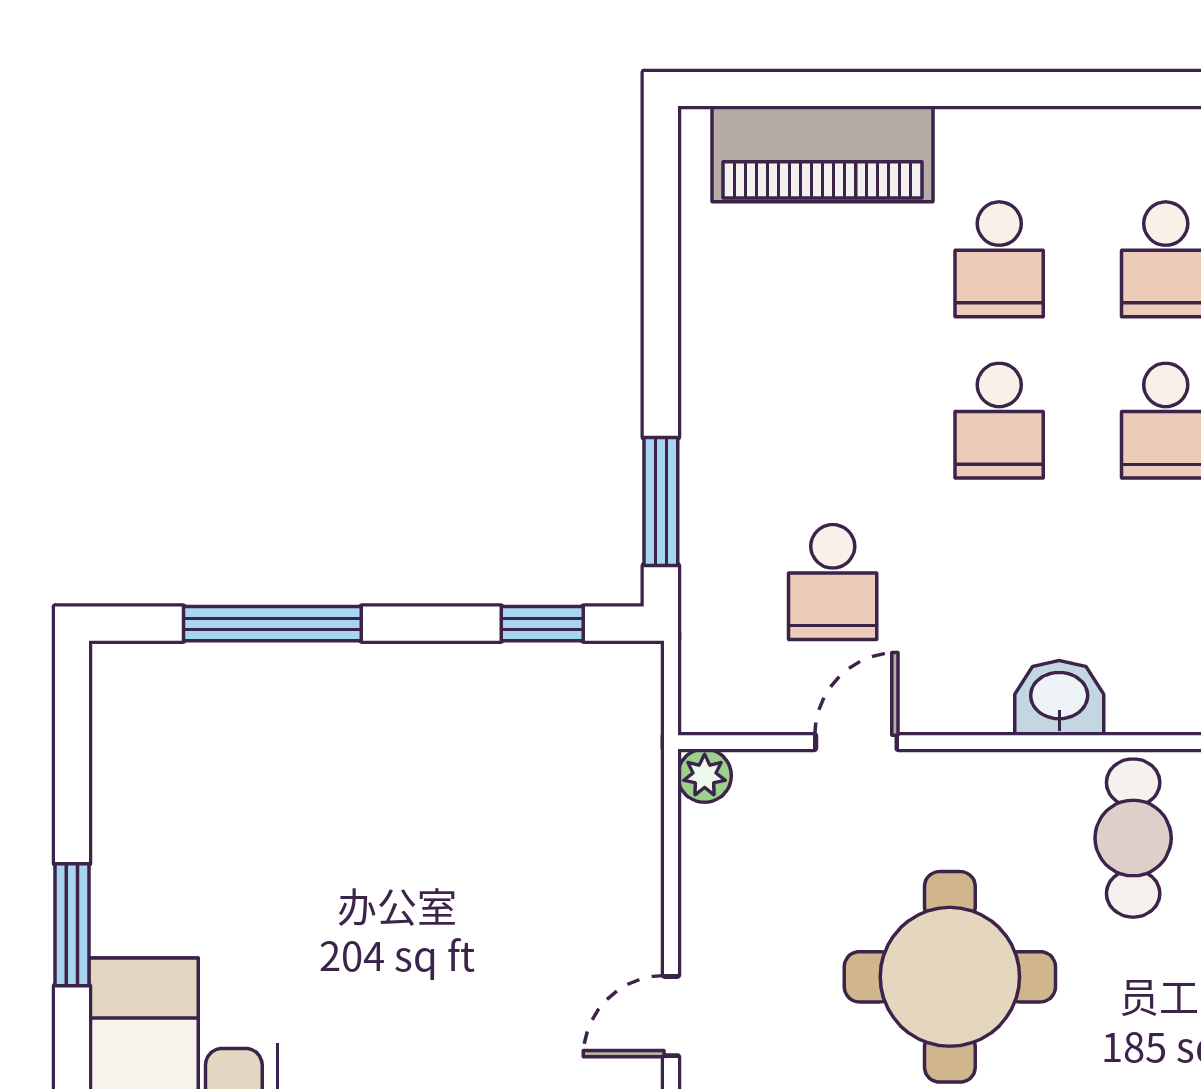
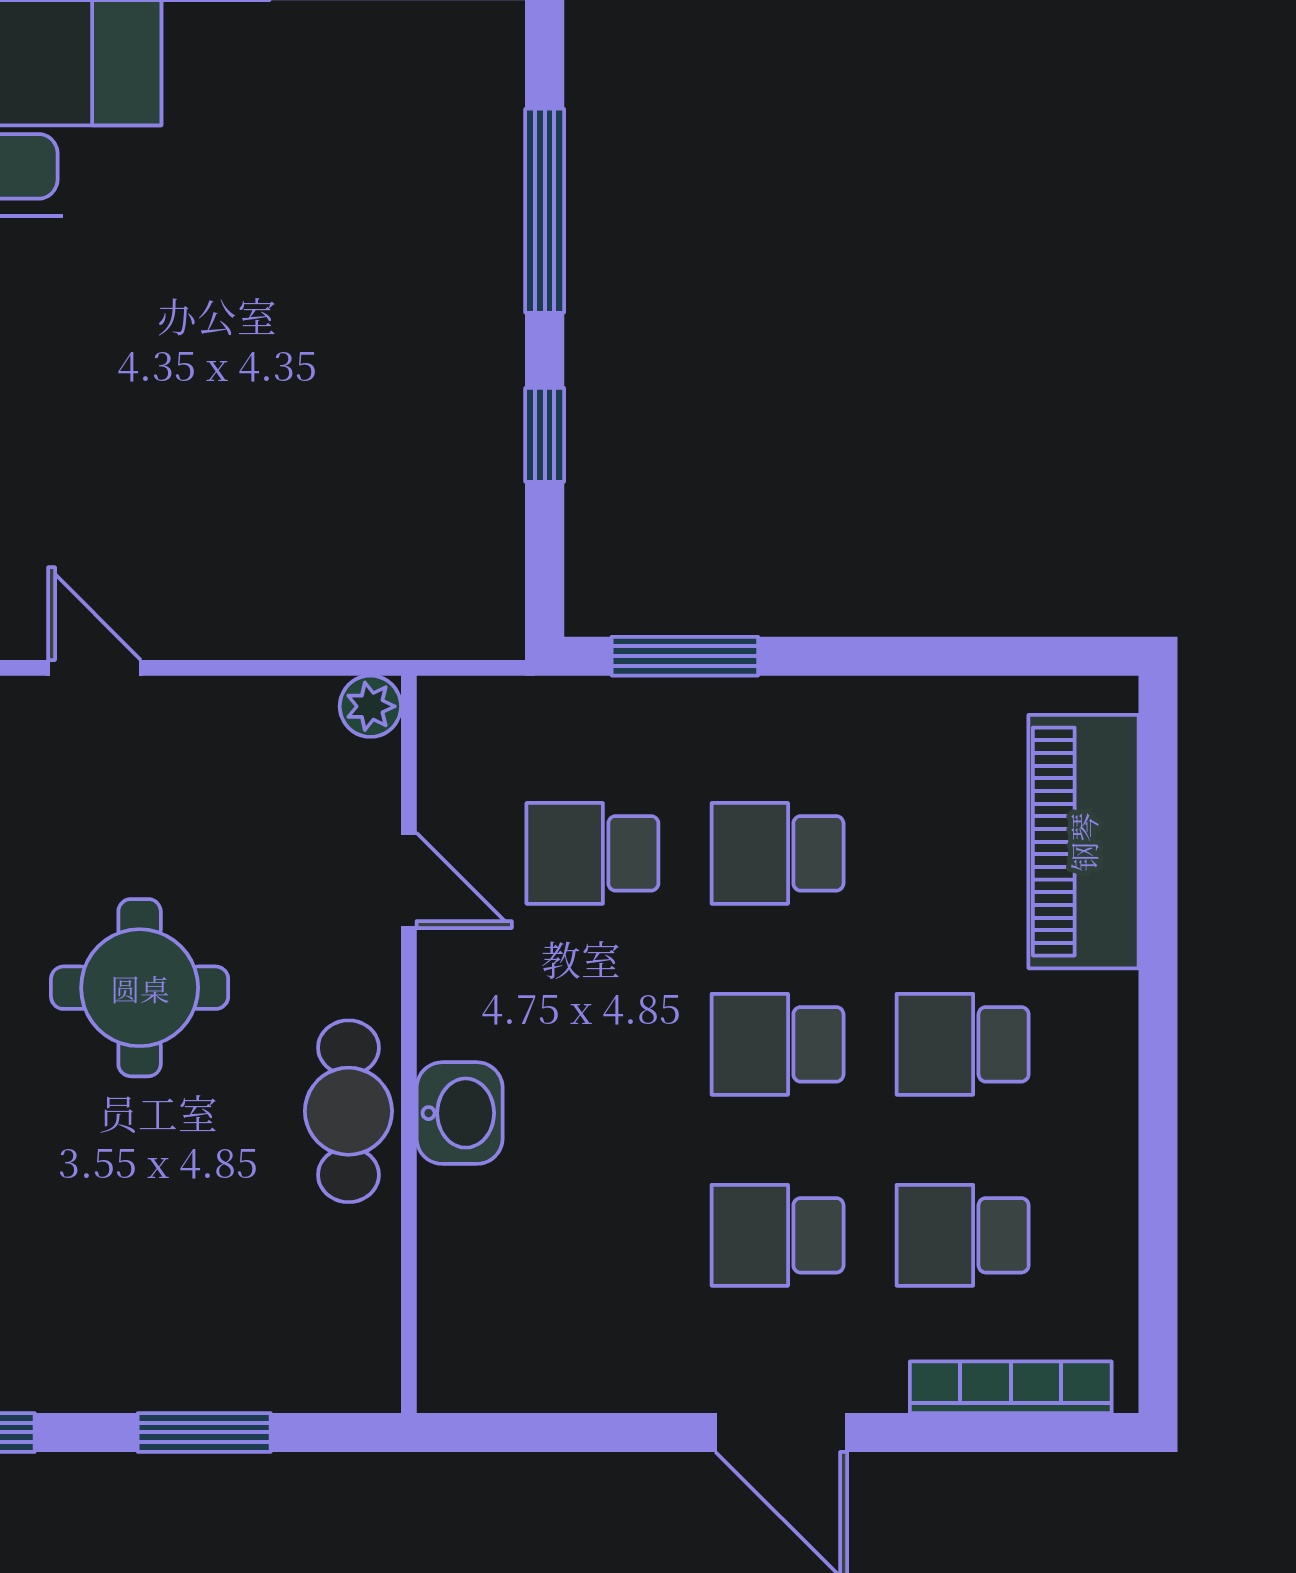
school desk: (833, 421) -> (778, 853), added
window: (542, 624) -> (545, 435), moved
cafe table: (1133, 838) -> (348, 1111), moved, turned 90
round table: (950, 977) -> (140, 988), width x0.73, depth x0.73

